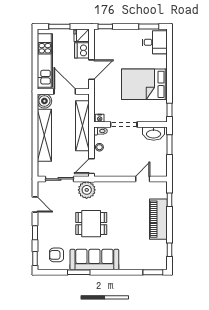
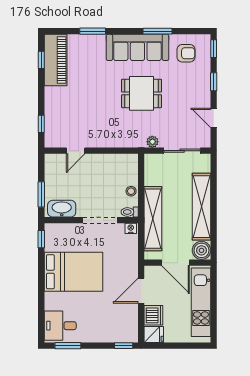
window: (59, 27) -> (182, 346), removed
door: (92, 166) -> (141, 167), removed
plant: (87, 190) -> (152, 142), width x0.53, depth x0.53
piano: (158, 219) -> (56, 60), moved
window: (153, 272) -> (93, 31), moved

